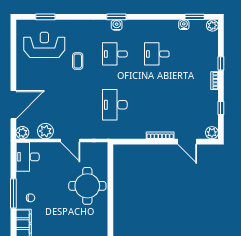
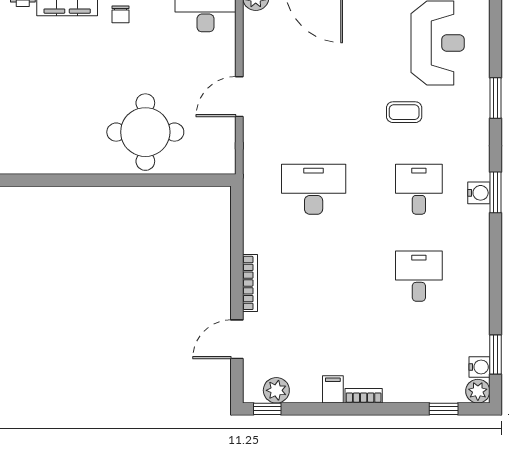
window: (45, 17) -> (496, 98), moved
water cooler: (184, 25) -> (479, 367), moved
window: (221, 63) -> (444, 409), moved
filing cabinet: (211, 95) -> (333, 389), added
window: (221, 108) -> (267, 409), moved
plant: (45, 131) -> (259, 45), removed
plant: (212, 133) -> (276, 390), moved

